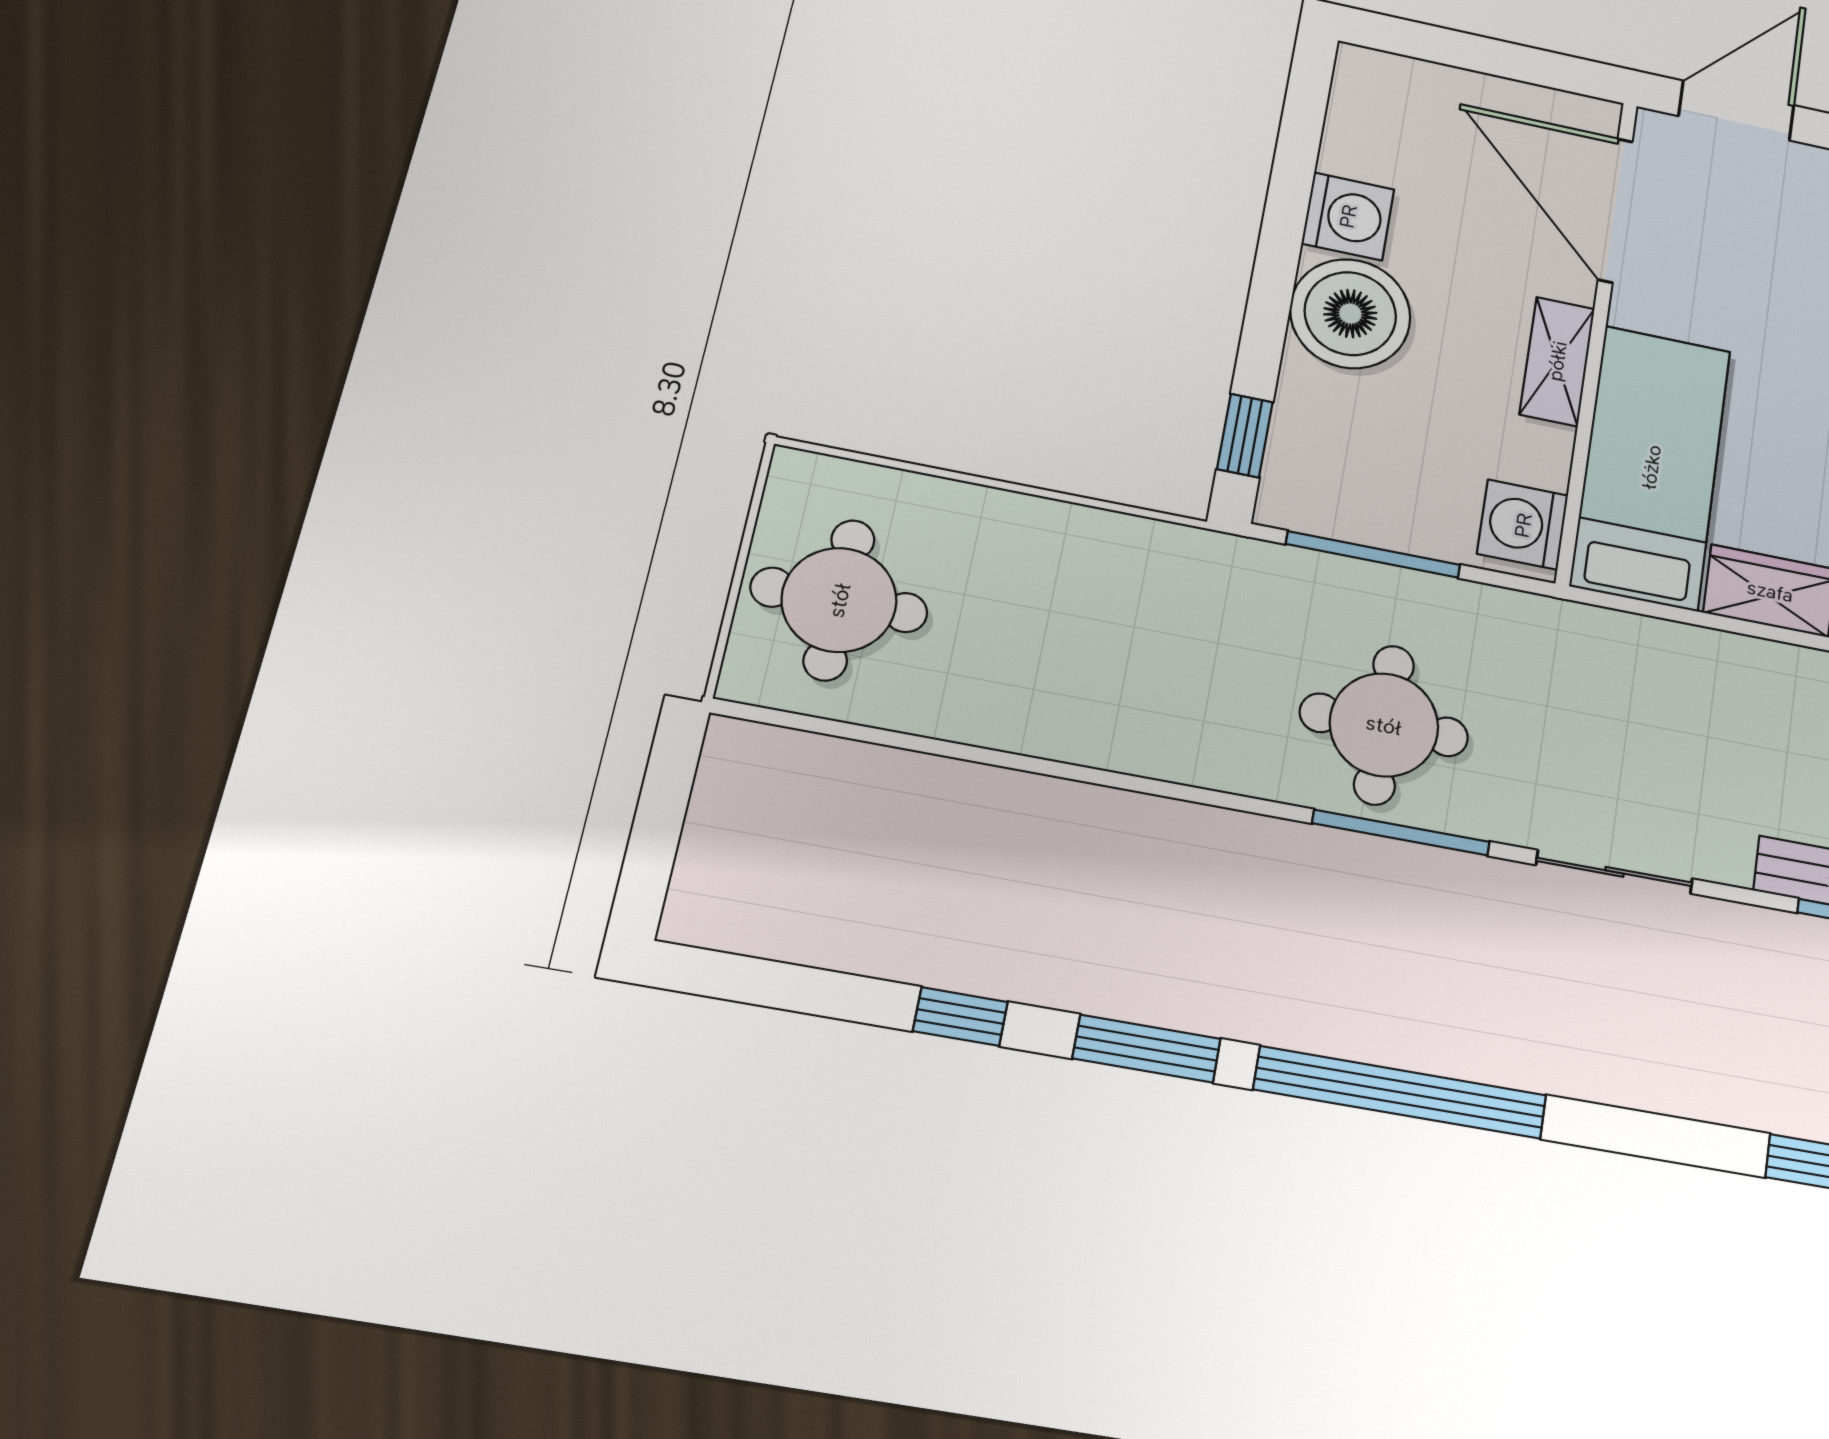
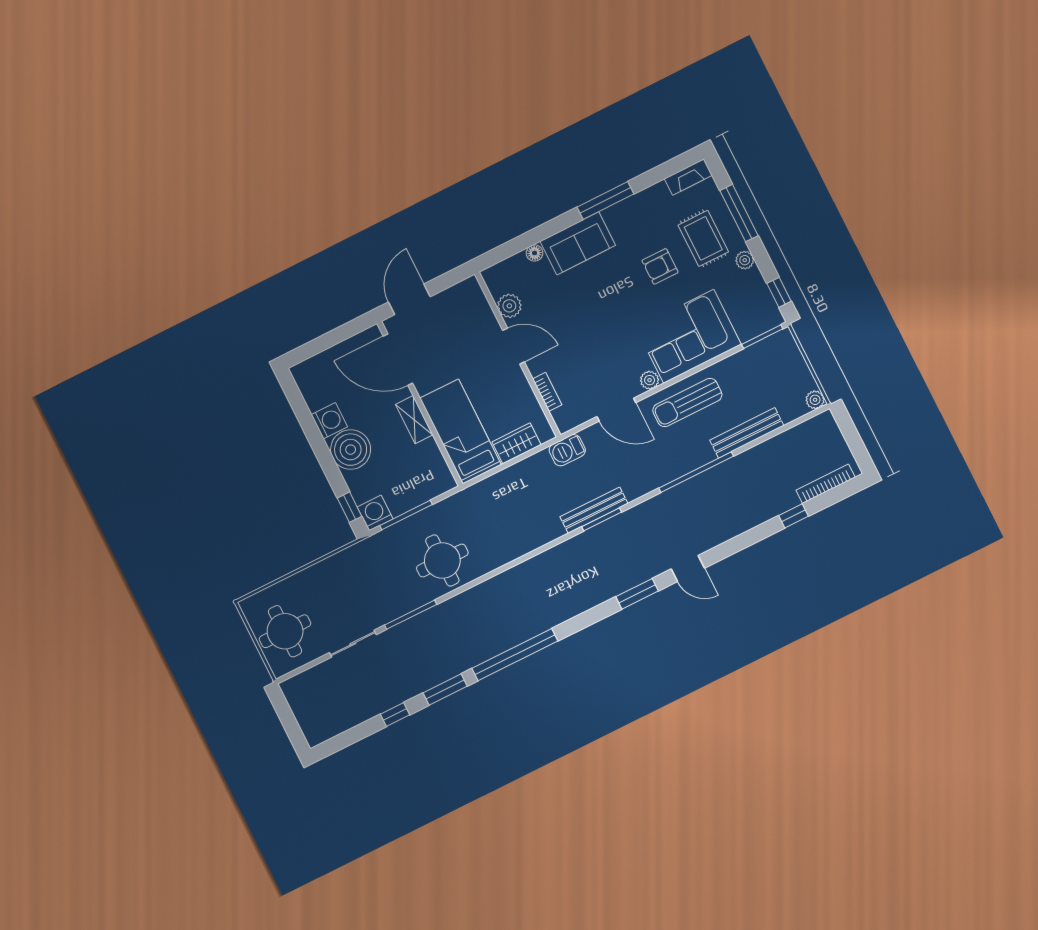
washing machine: (1523, 525) -> (375, 513), moved, turned 90
window: (1401, 833) -> (411, 615), moved
sliding door: (1614, 872) -> (353, 644), moved

